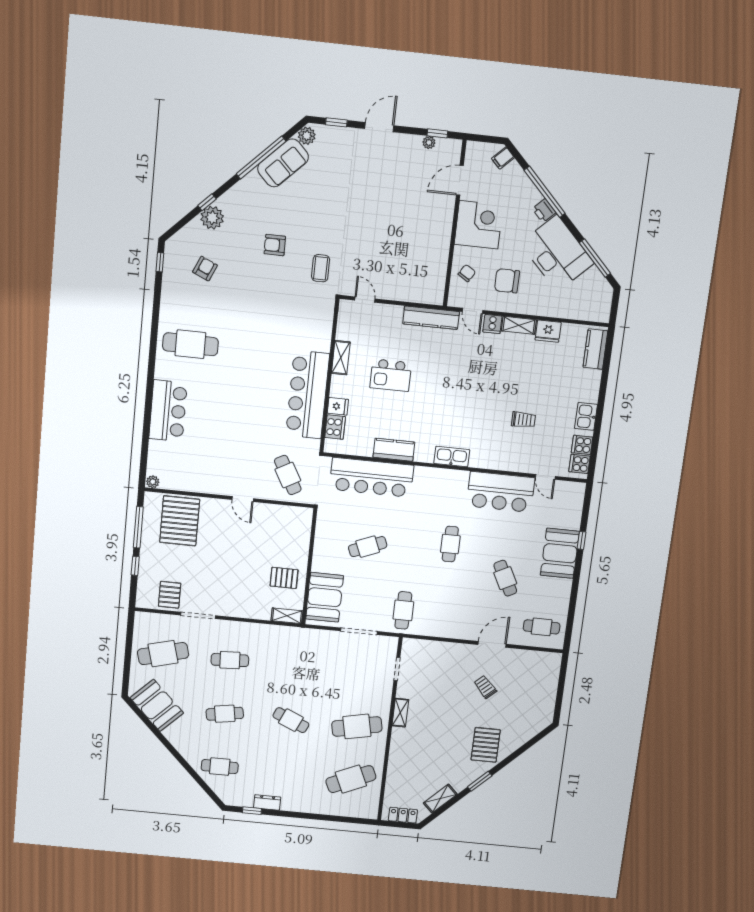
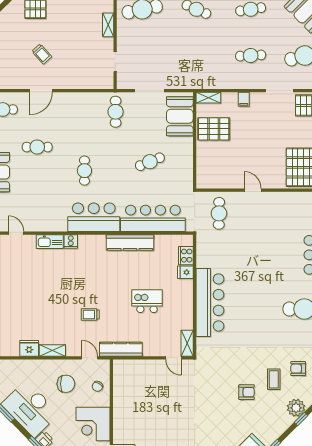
coffee table: (321, 268) -> (274, 379), moved
armchair: (205, 269) -> (298, 369), turned 66
cooker: (492, 324) -> (71, 242), moved, turned 180
shelving: (341, 358) -> (187, 343), moved
bar counter: (308, 395) -> (210, 302), moved
trolley: (523, 420) -> (90, 315), moved
kitchen counter: (394, 450) -> (130, 242), width x1.50
kitchen sink: (452, 457) -> (50, 242), moved
cafe table: (288, 475) -> (219, 213), turned 30
bar counter: (501, 492) -> (94, 217), moved
pallet: (284, 578) -> (214, 129), width x1.50, depth x1.42
cafe table: (505, 578) -> (37, 147), turned -63
filing cabinet: (243, 609) -> (244, 99), added

